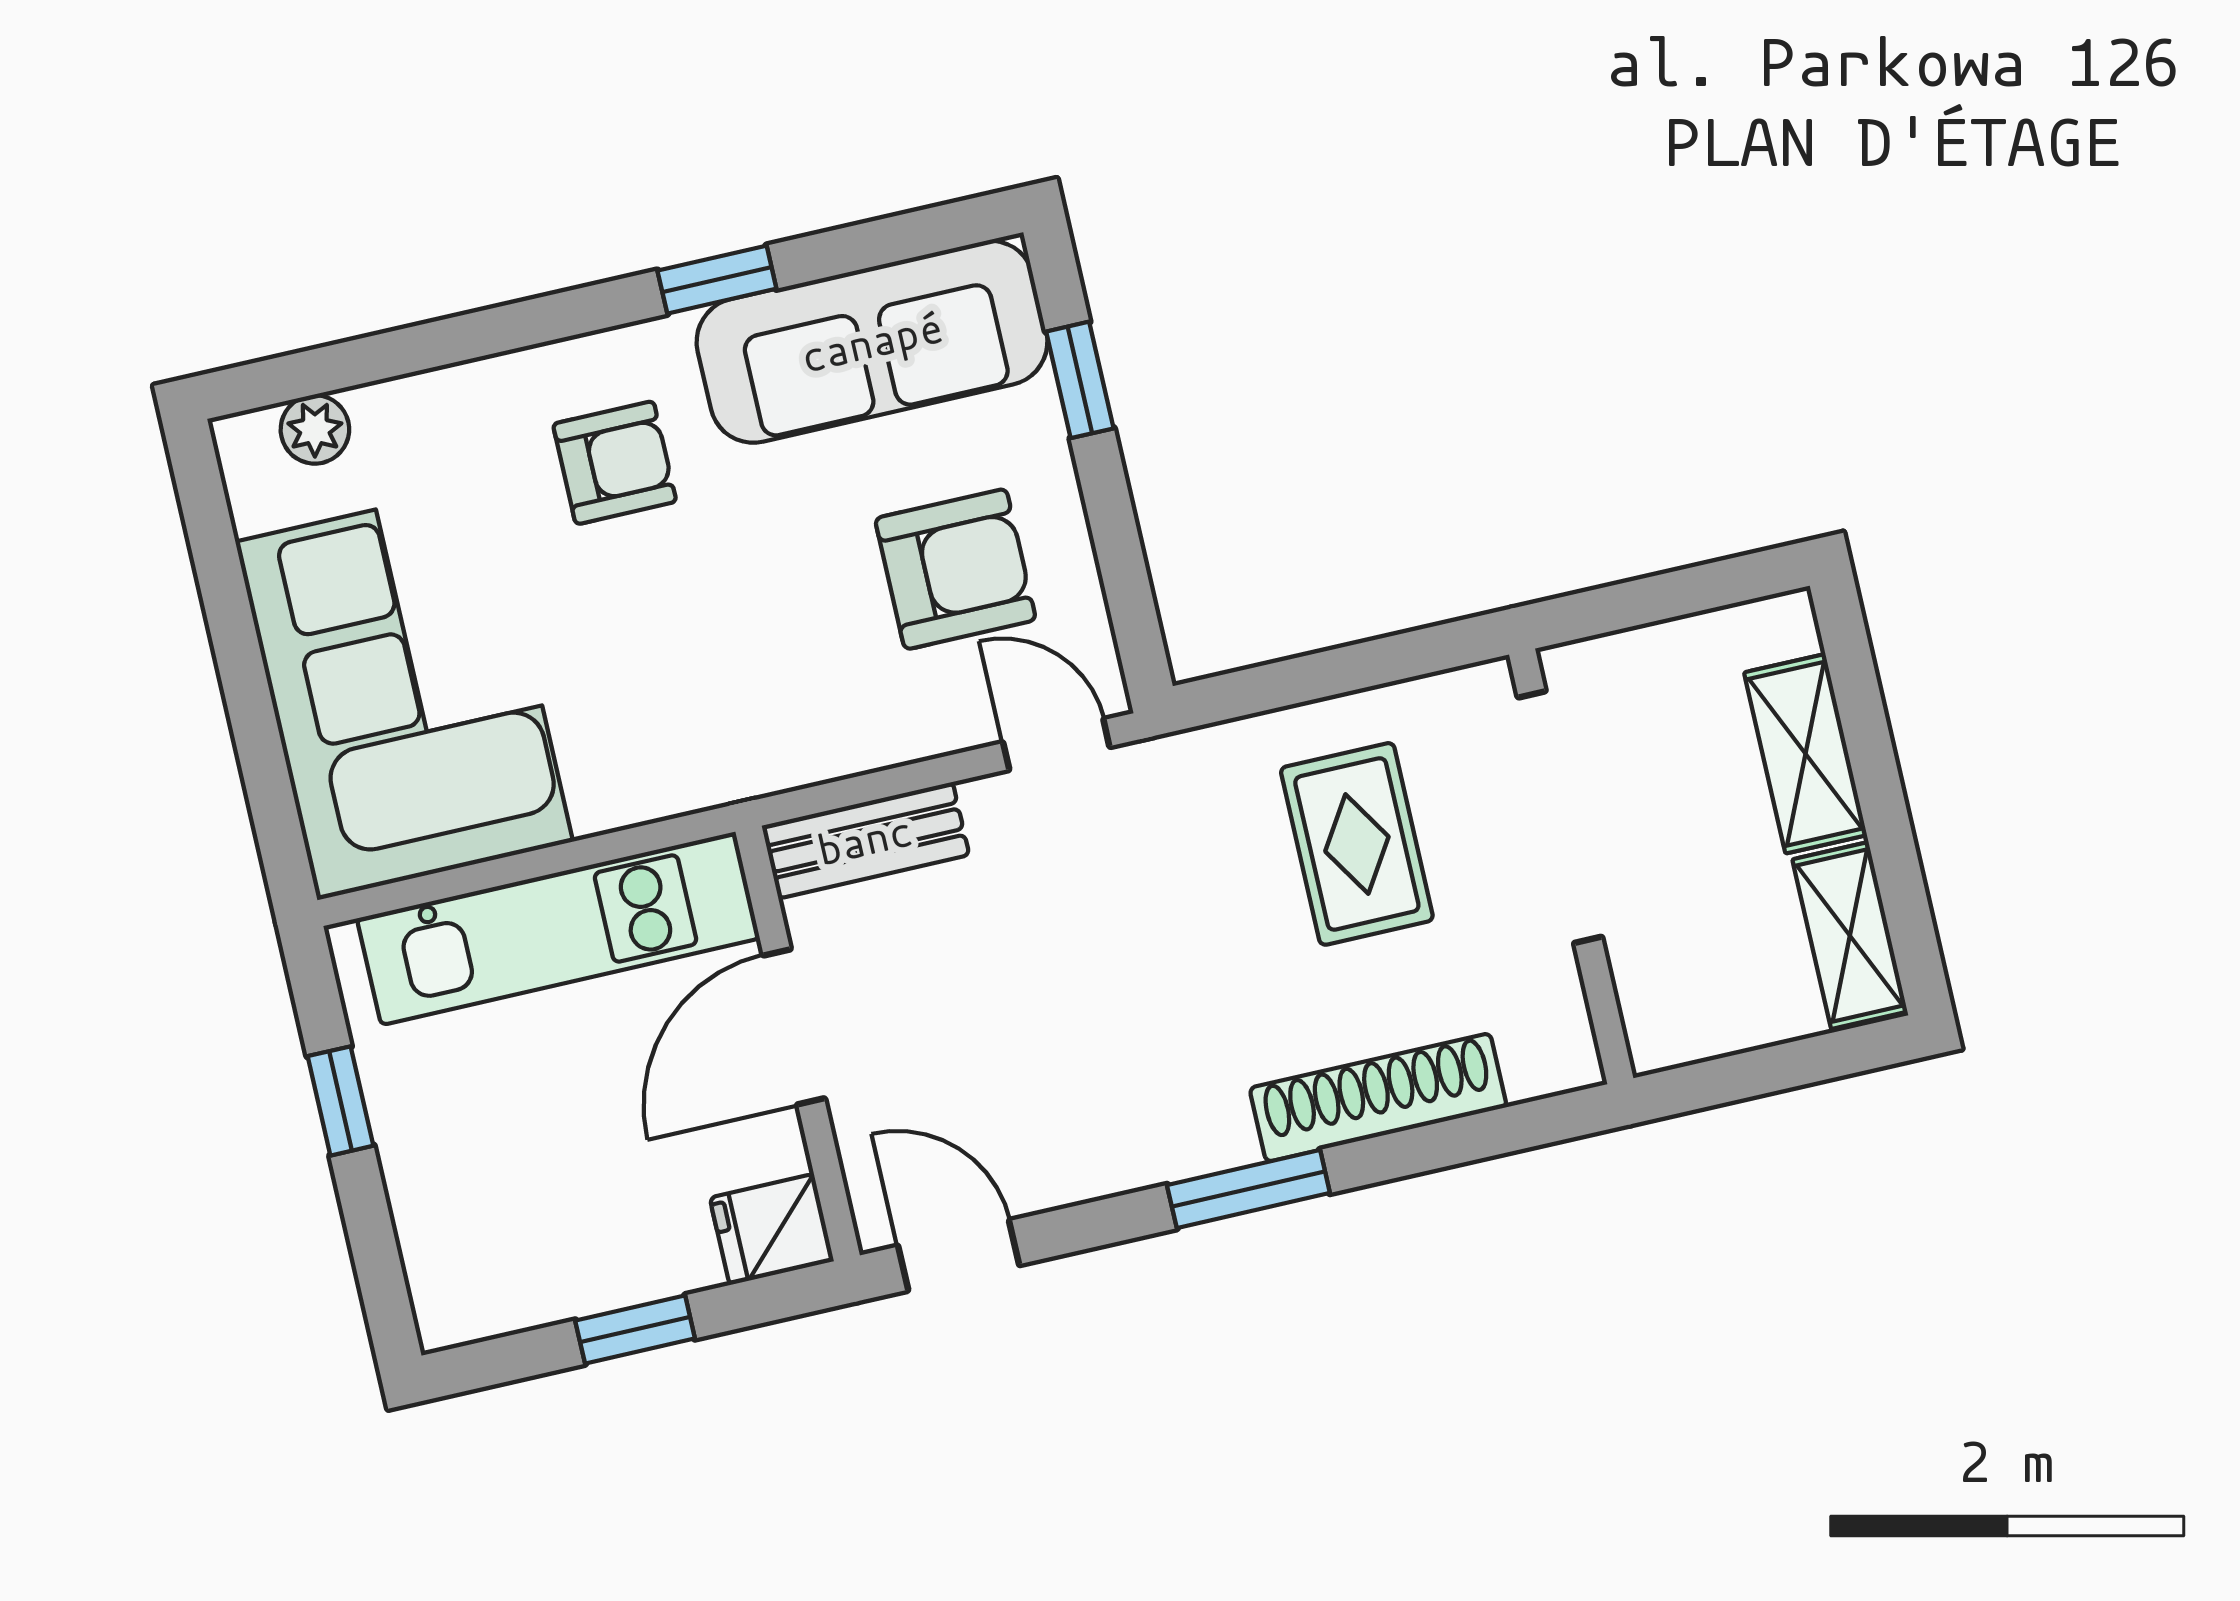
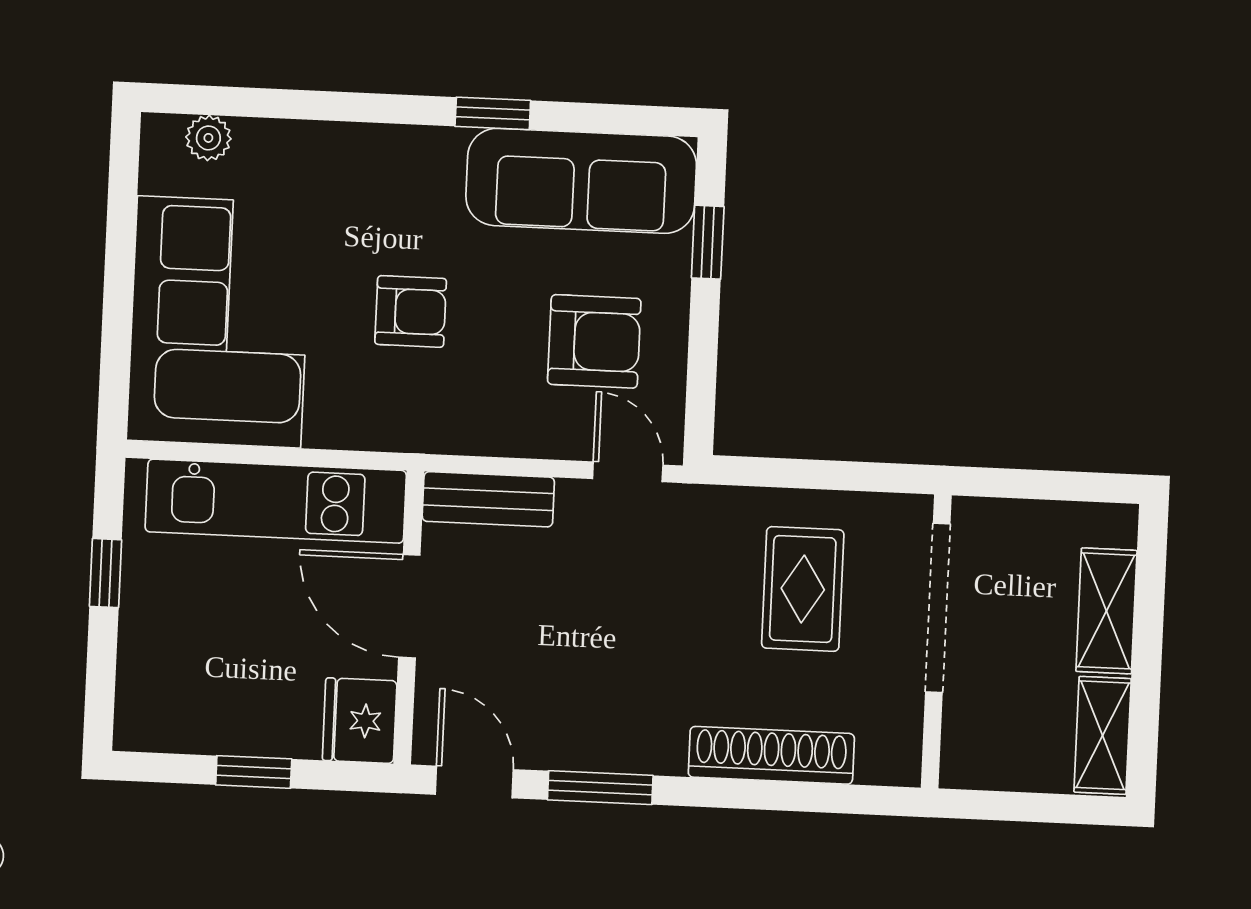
armchair: (615, 463) -> (411, 311), moved
door: (794, 1027) -> (409, 606), hinge flipped
window: (1248, 1189) -> (600, 788), moved
fridge: (772, 1229) -> (360, 721), width x1.38

